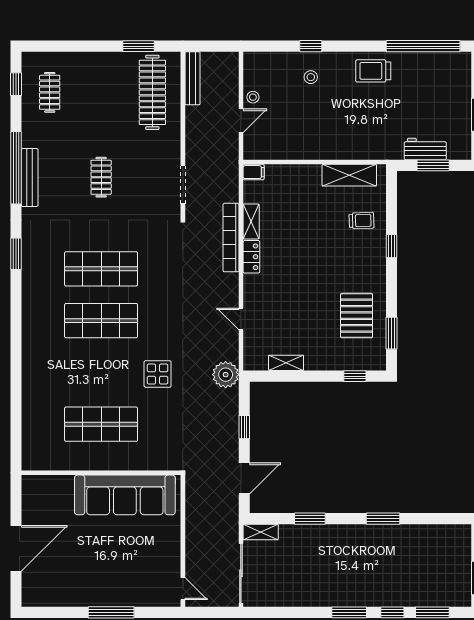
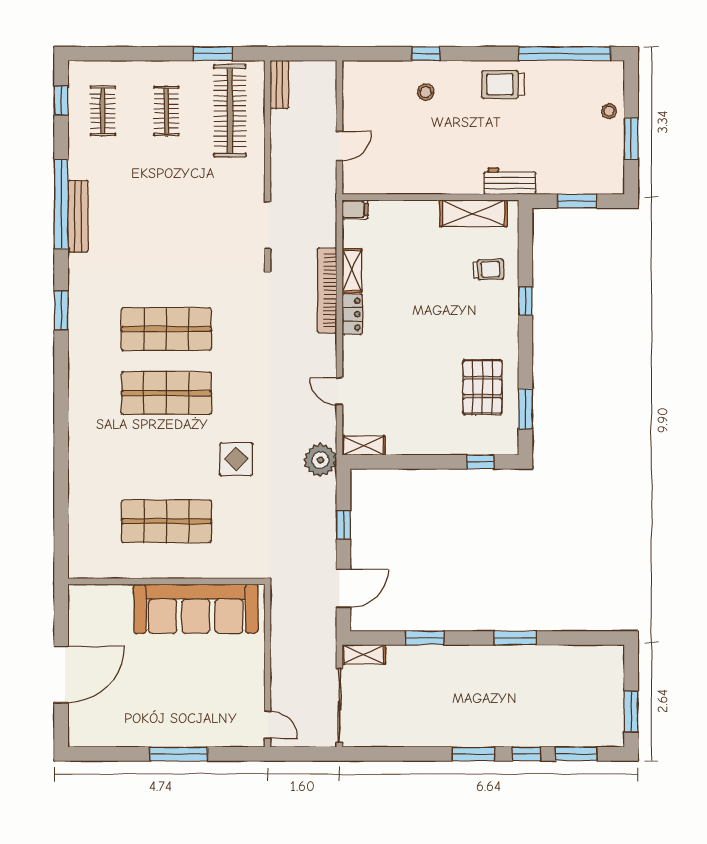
bench: (192, 78) -> (279, 85), width x0.73
stool: (253, 97) -> (609, 111), moved
workbench: (425, 149) -> (510, 181), moved
clothes rail: (101, 177) -> (166, 111), moved
shelving: (286, 363) -> (364, 445), moved

